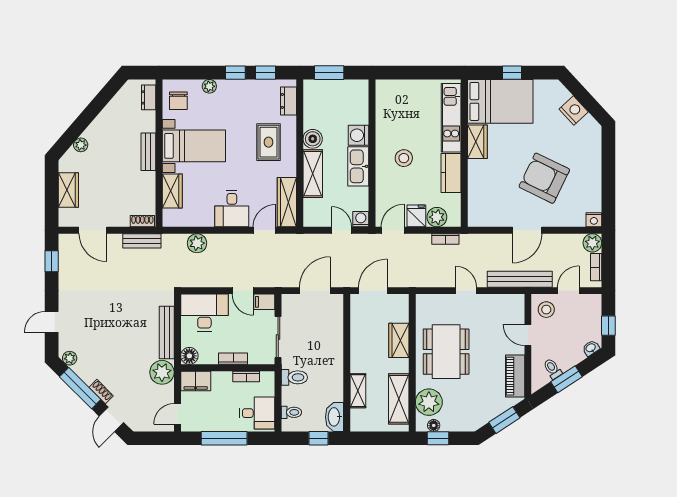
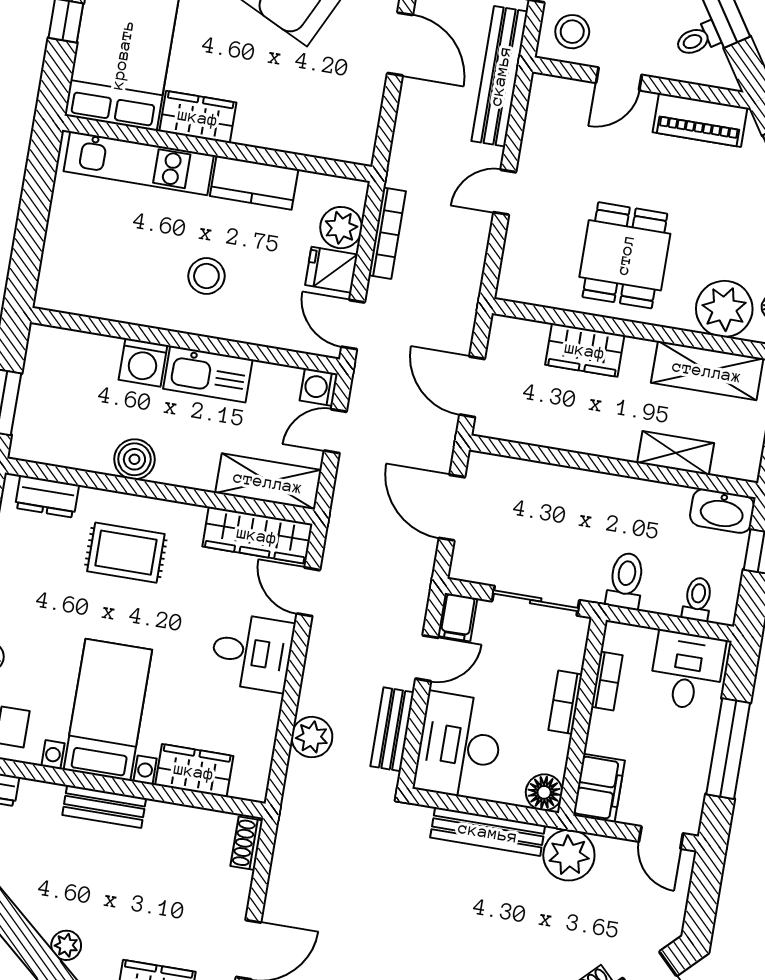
shelving: (313, 174) -> (268, 482), moved
bookcase: (445, 239) -> (387, 233), width x1.56
bench: (142, 241) -> (392, 729), moved
dining table: (446, 352) -> (625, 255), width x0.73

